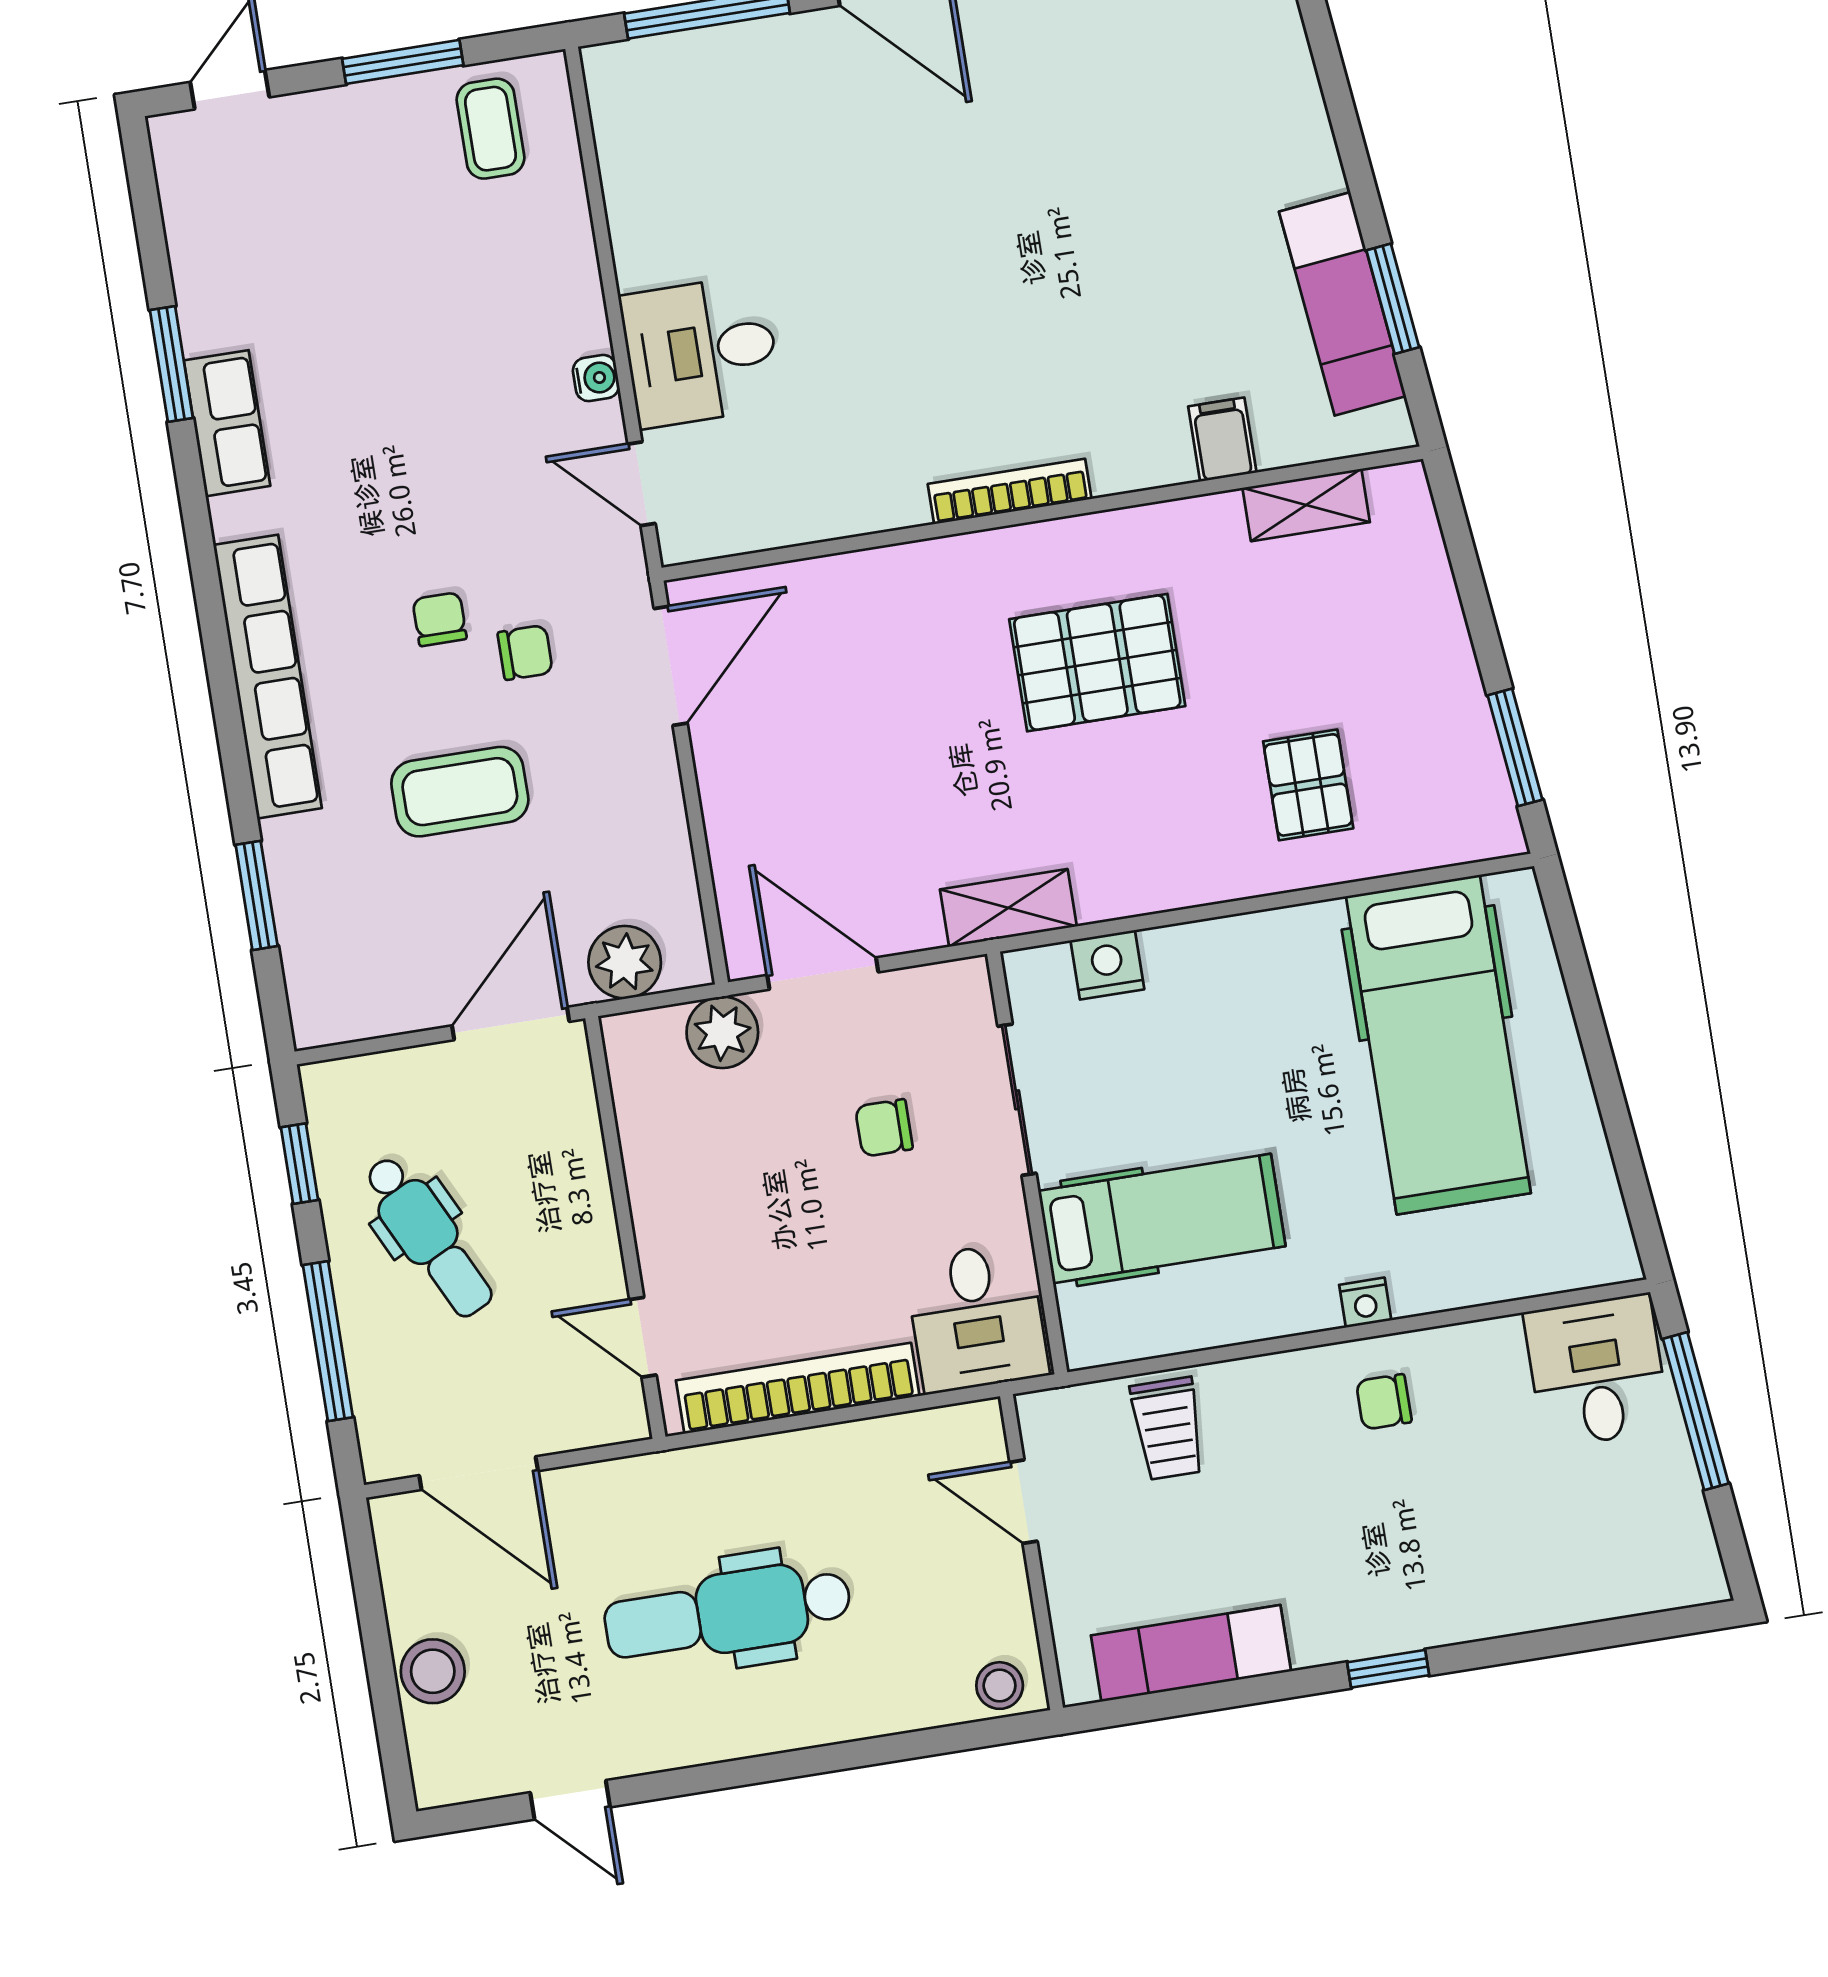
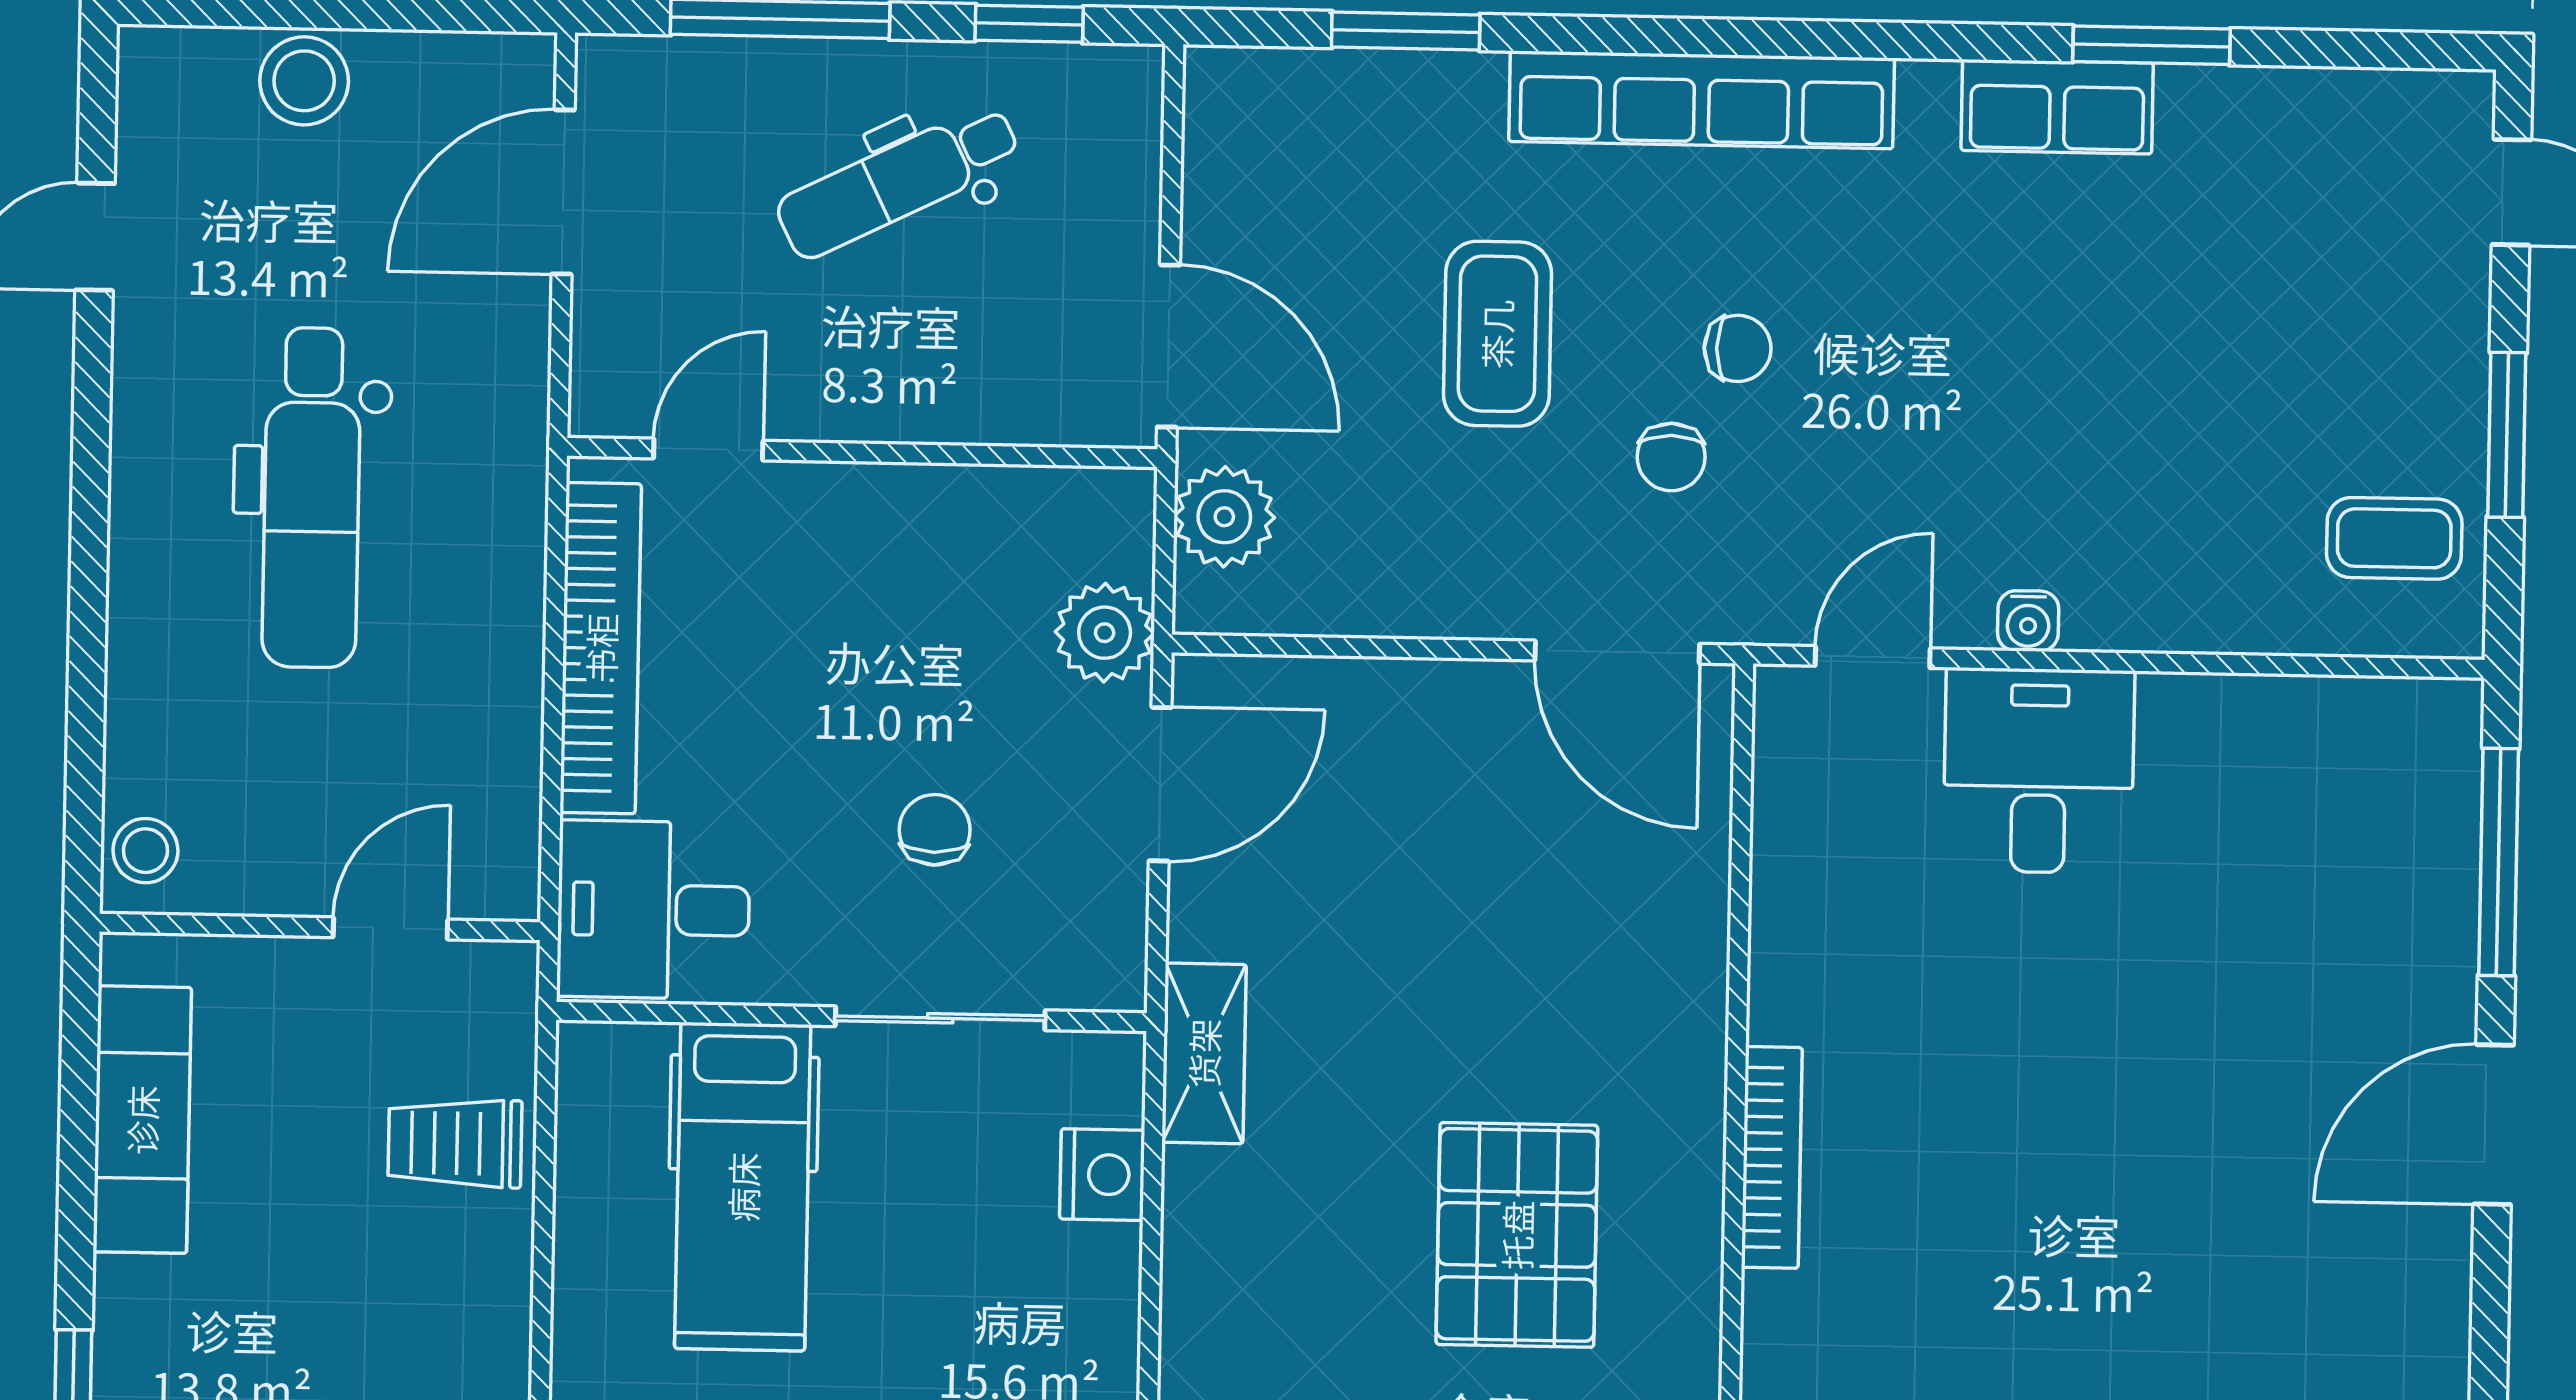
dental chair: (728, 1613) -> (312, 498), turned 180

